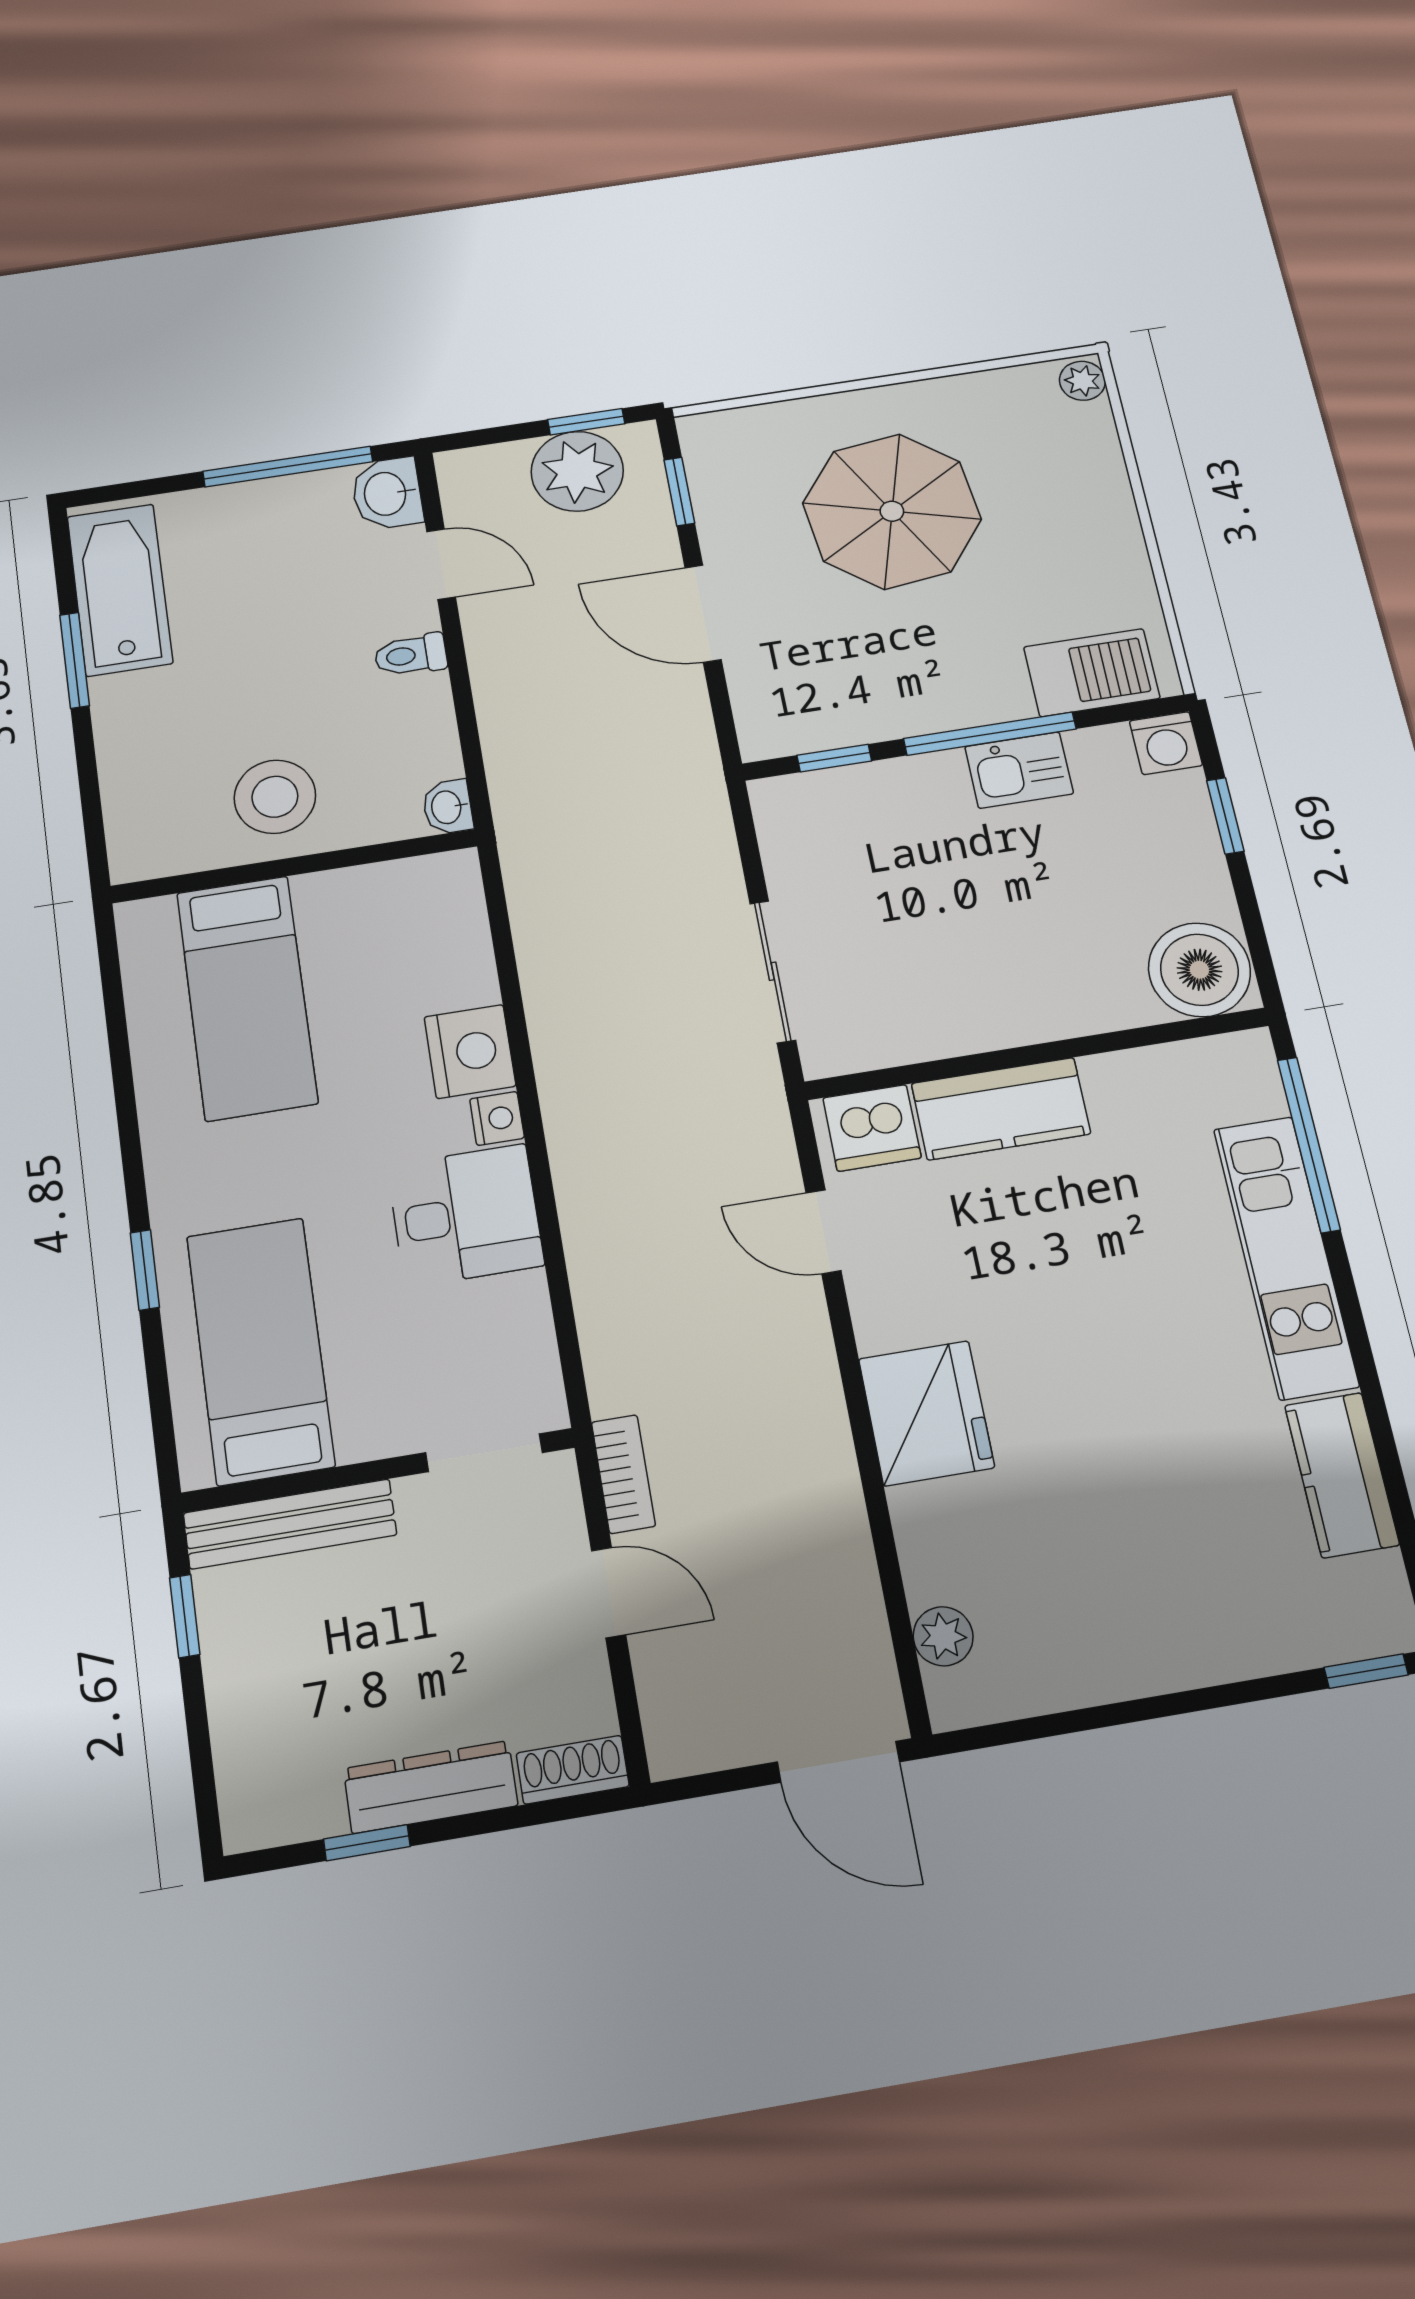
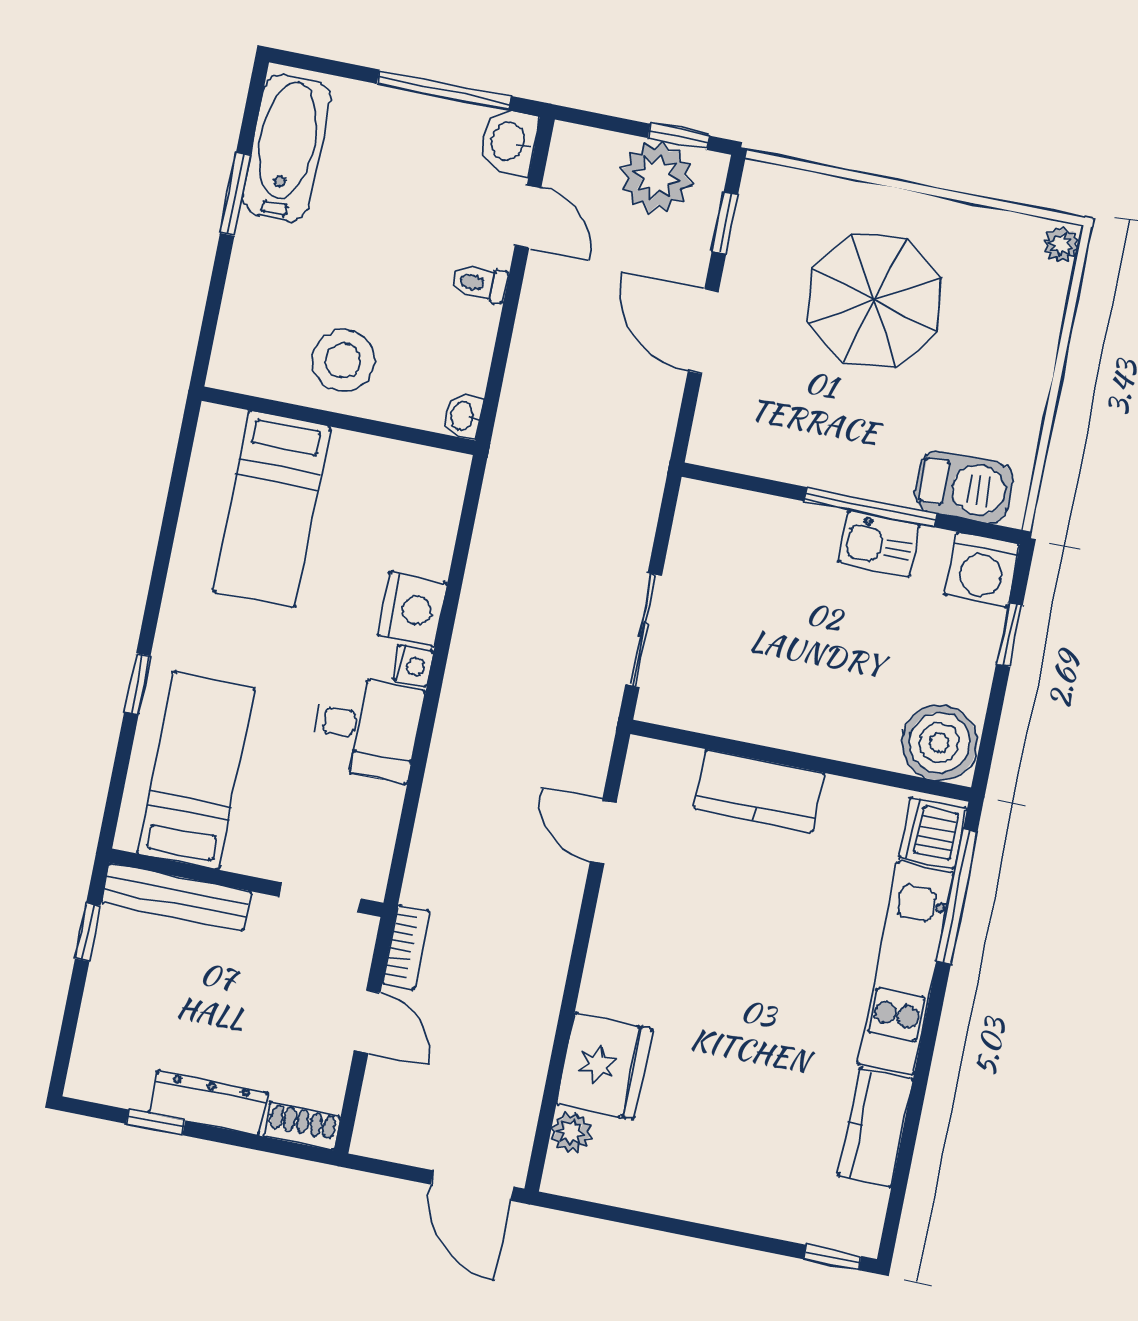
washing machine: (1166, 743) -> (982, 570), width x1.38, depth x1.38
window: (834, 758) -> (752, 483), removed
dishwasher: (872, 1128) -> (933, 833), moved, turned 90
fridge: (926, 1413) -> (604, 1066), moved

